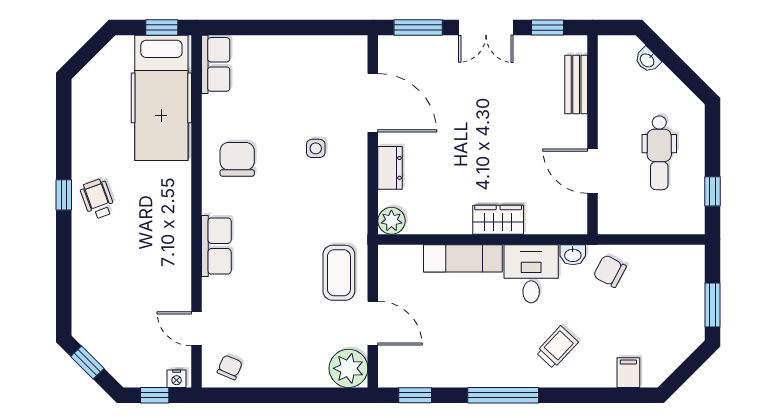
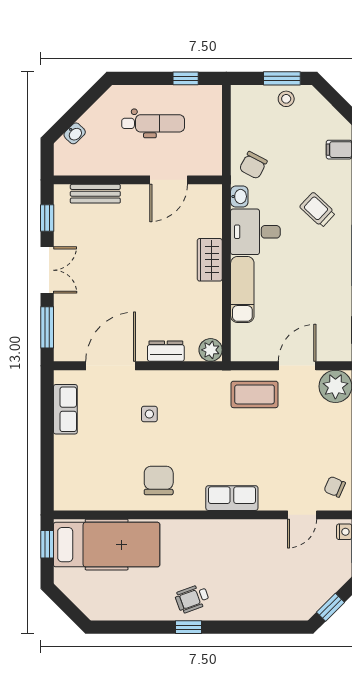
row of seats: (216, 64) -> (65, 409), moved, turned 90
chair: (237, 159) -> (159, 480), turned 90
stool: (688, 310) -> (286, 99), added

